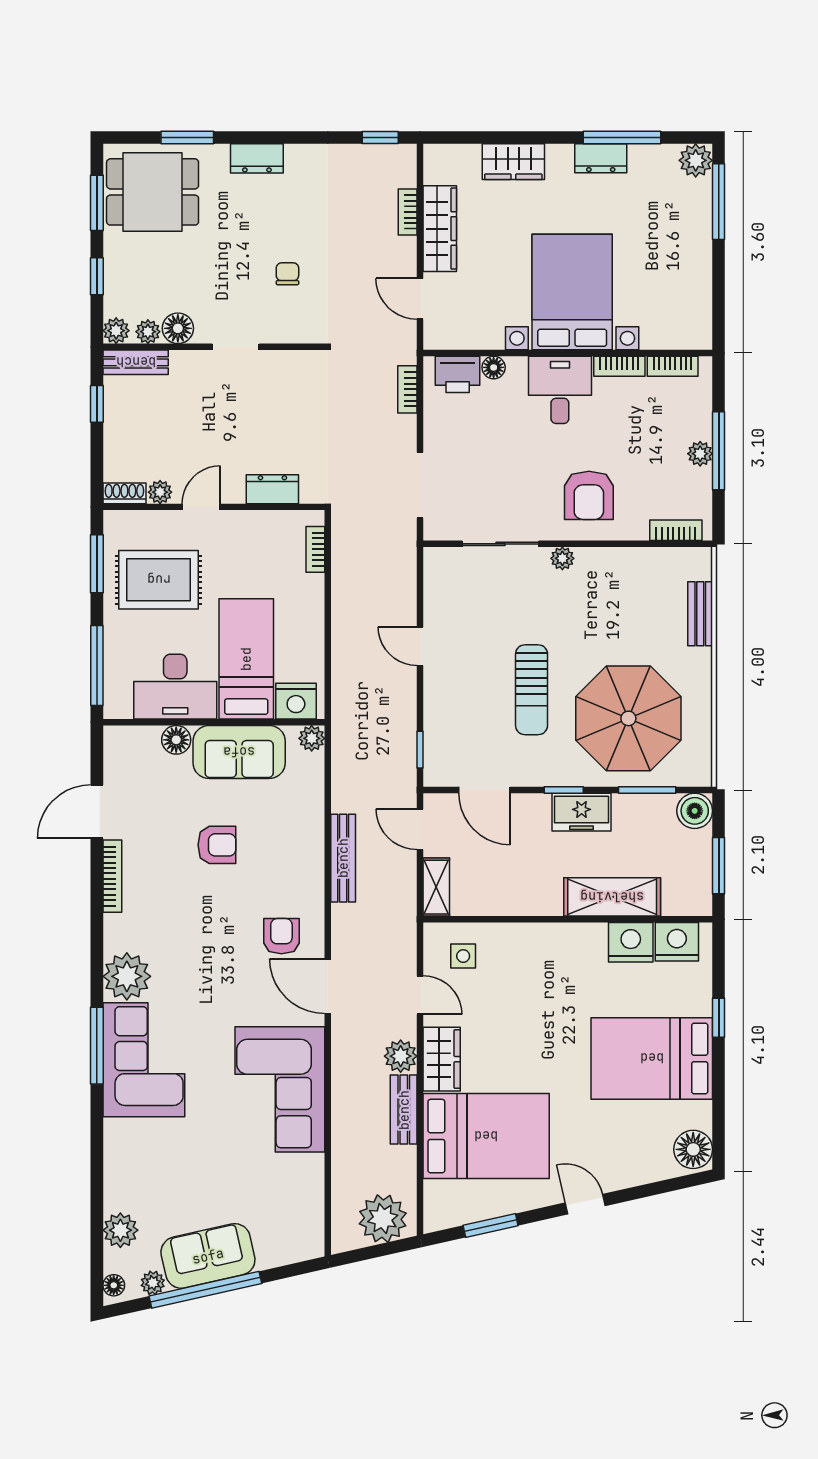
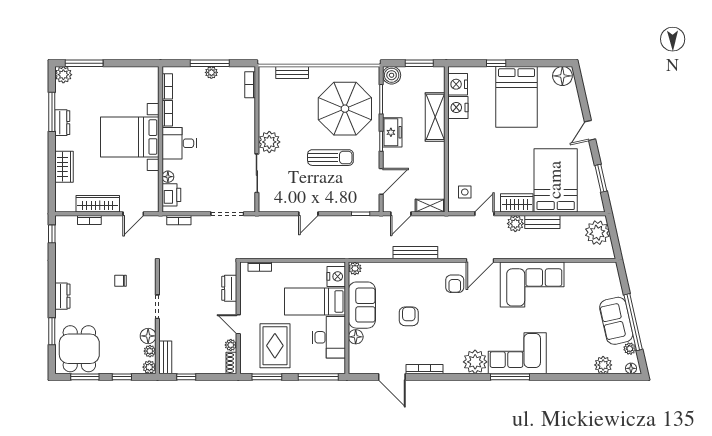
armchair: (589, 495) -> (232, 129), removed
plant: (562, 558) -> (269, 142), width x1.88, depth x1.88
armchair: (281, 936) -> (455, 284), turned -90

